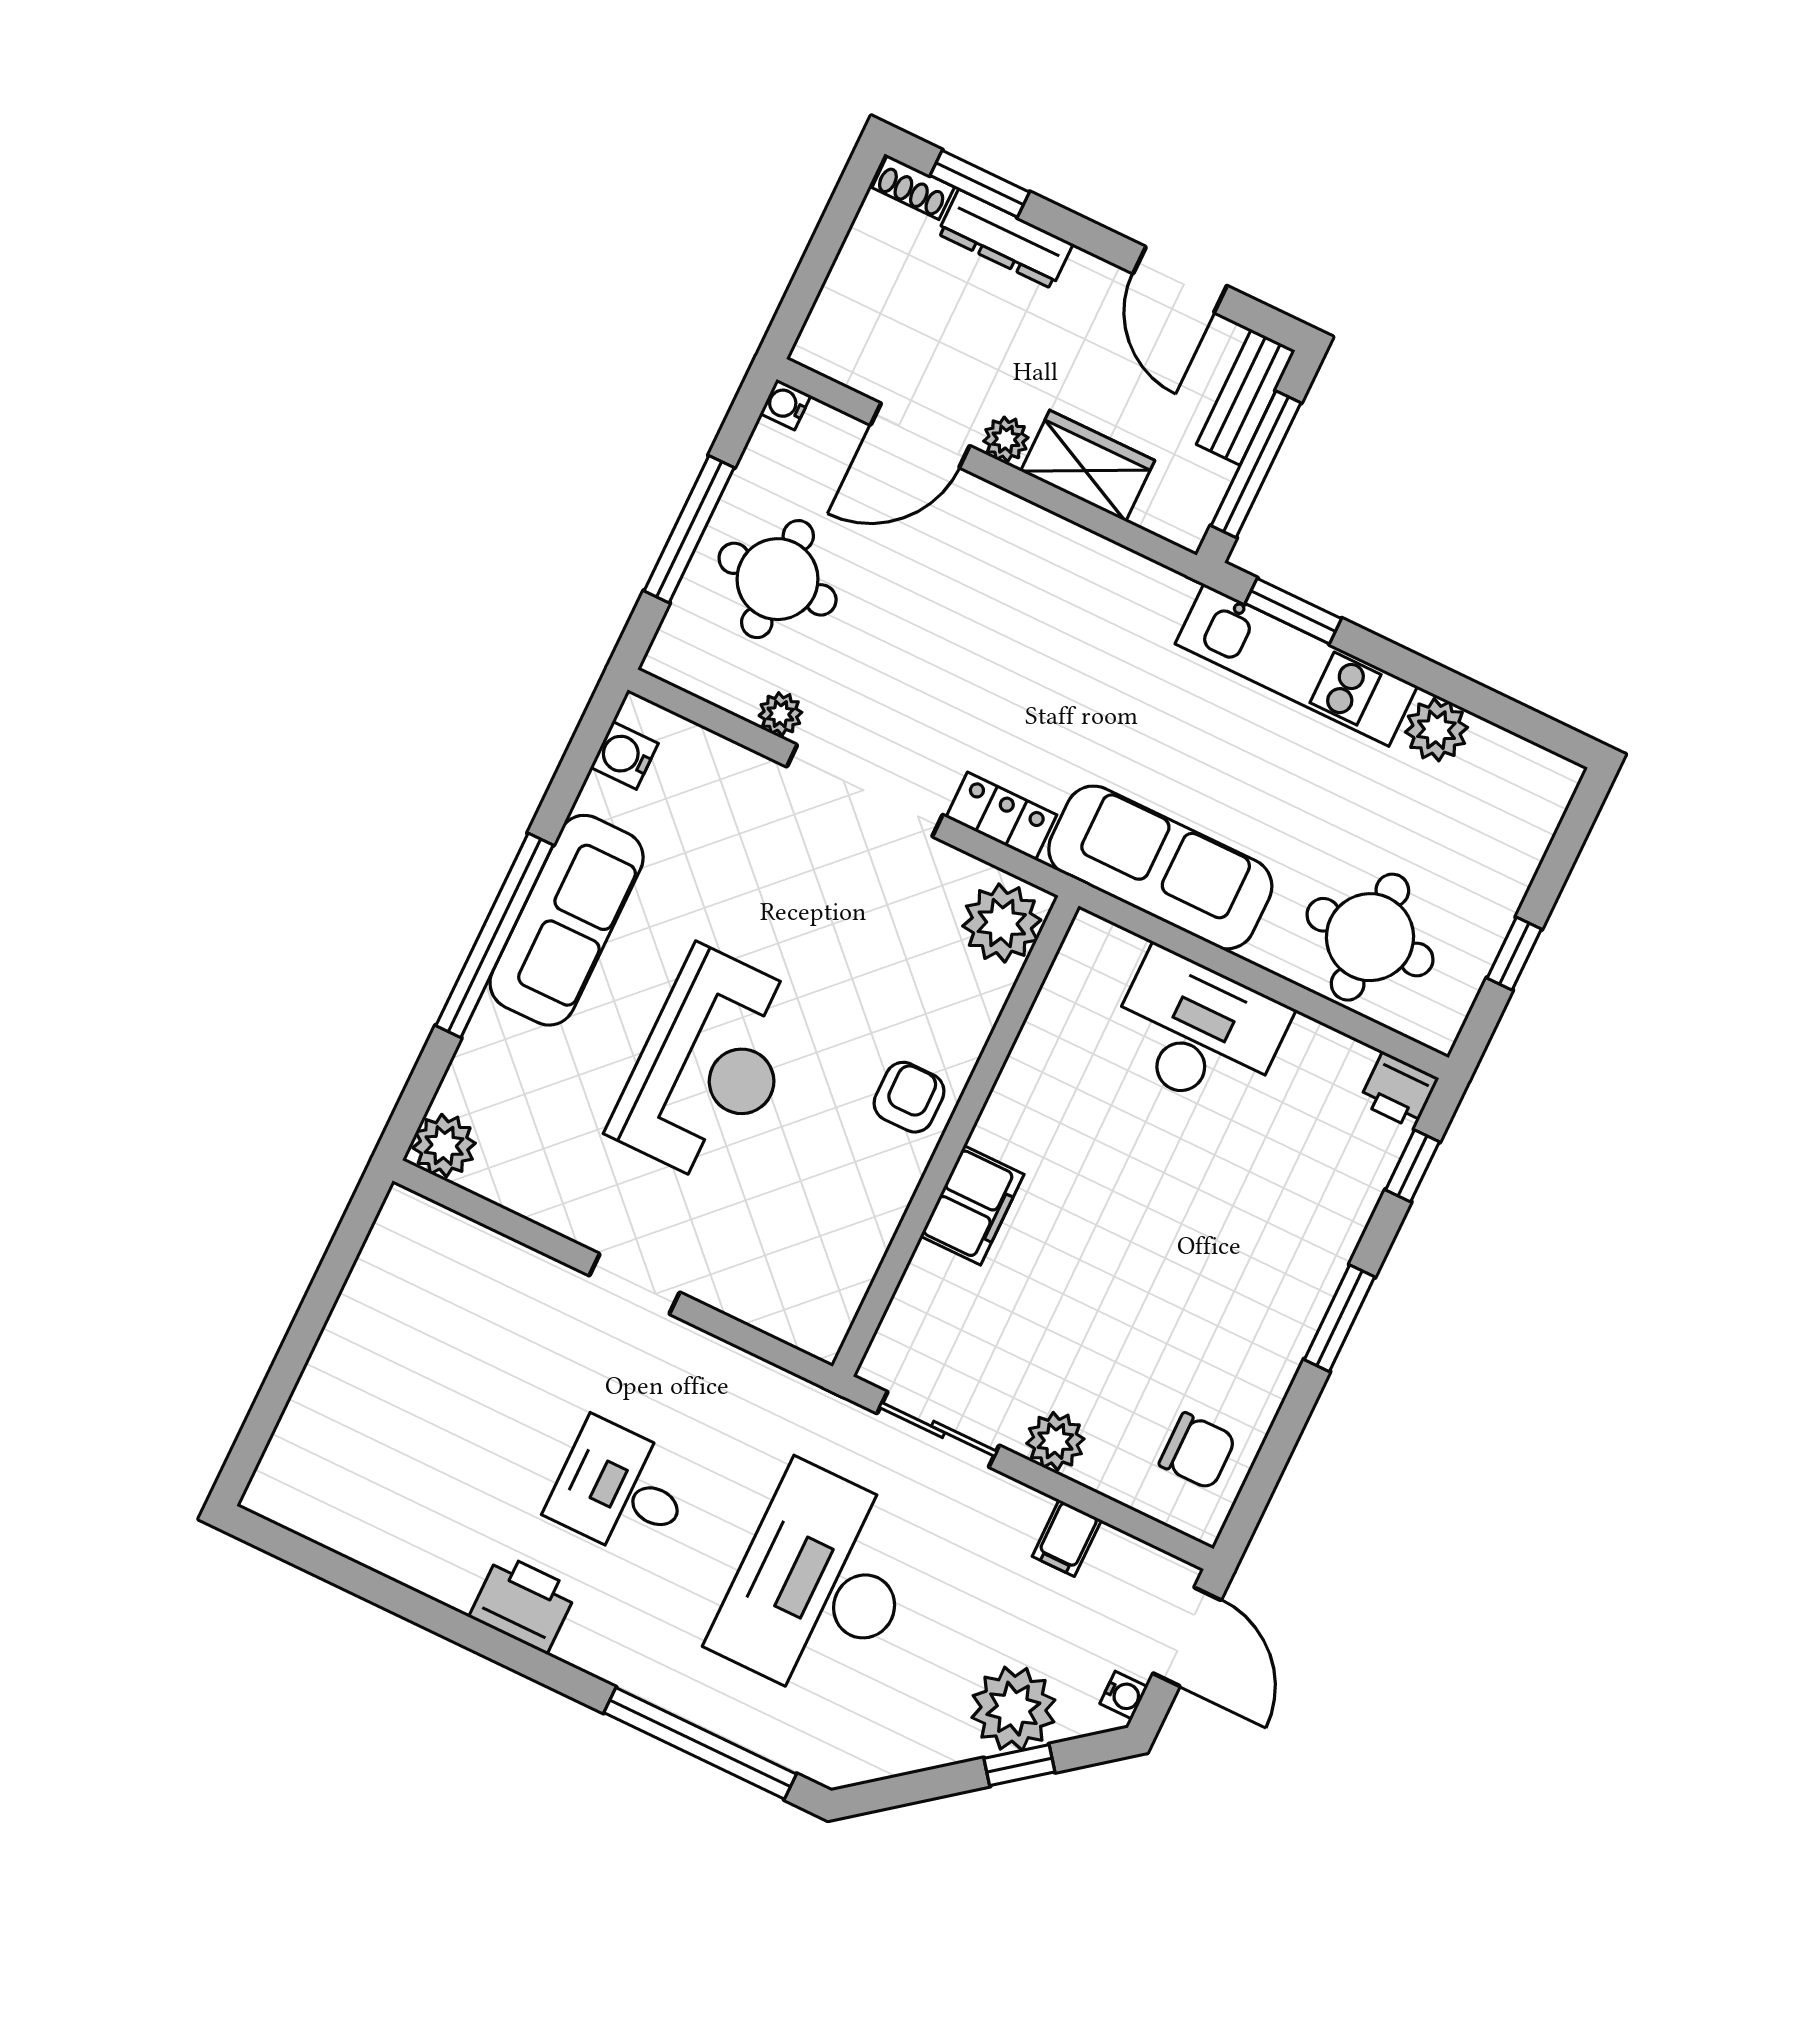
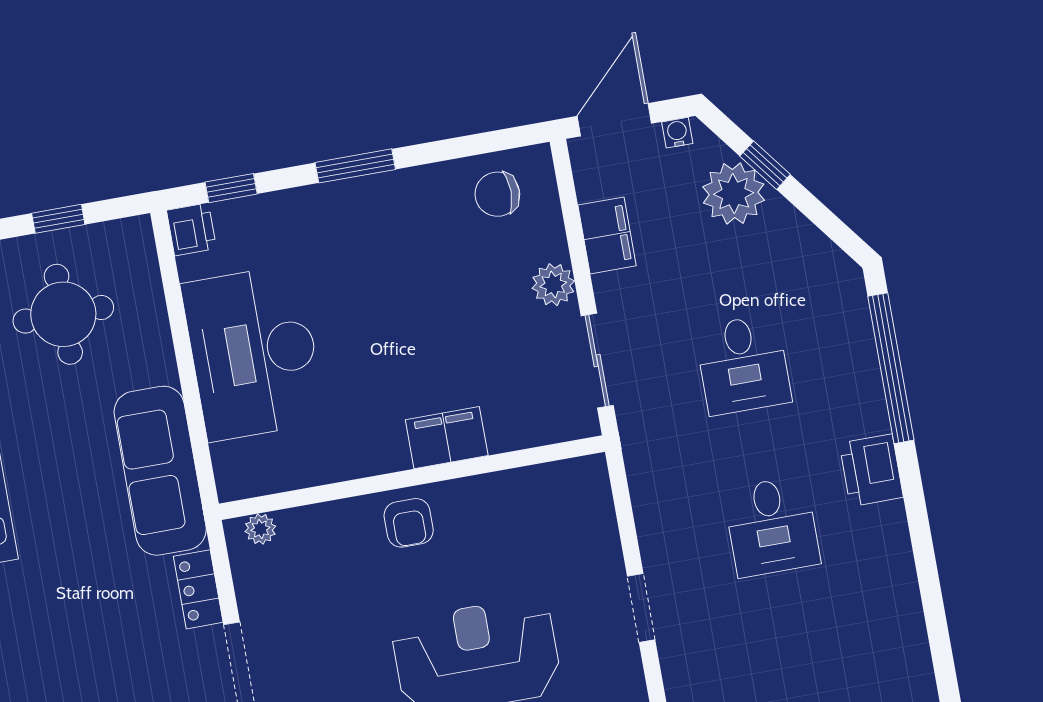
plant: (1002, 923) -> (260, 529), width x0.53, depth x0.53
round table: (1370, 937) -> (63, 314), moved
desk: (1198, 1032) -> (253, 353), width x1.36, depth x1.30
armchair: (909, 1097) -> (409, 523), turned -90
chair: (1198, 1451) -> (497, 194), turned -90
filing cabinet: (1067, 1538) -> (607, 235), width x2.00
desk: (820, 1585) -> (743, 365), width x0.53, depth x0.77
printer: (523, 1603) -> (871, 470), moved

